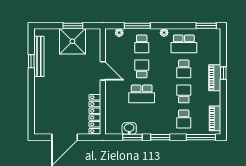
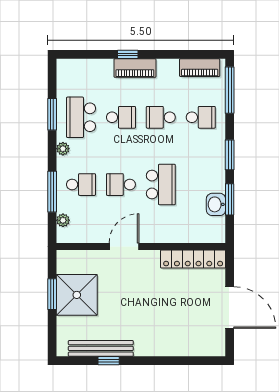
window: (206, 26) -> (52, 114), moved
school desk: (184, 44) -> (81, 117), turned 180

